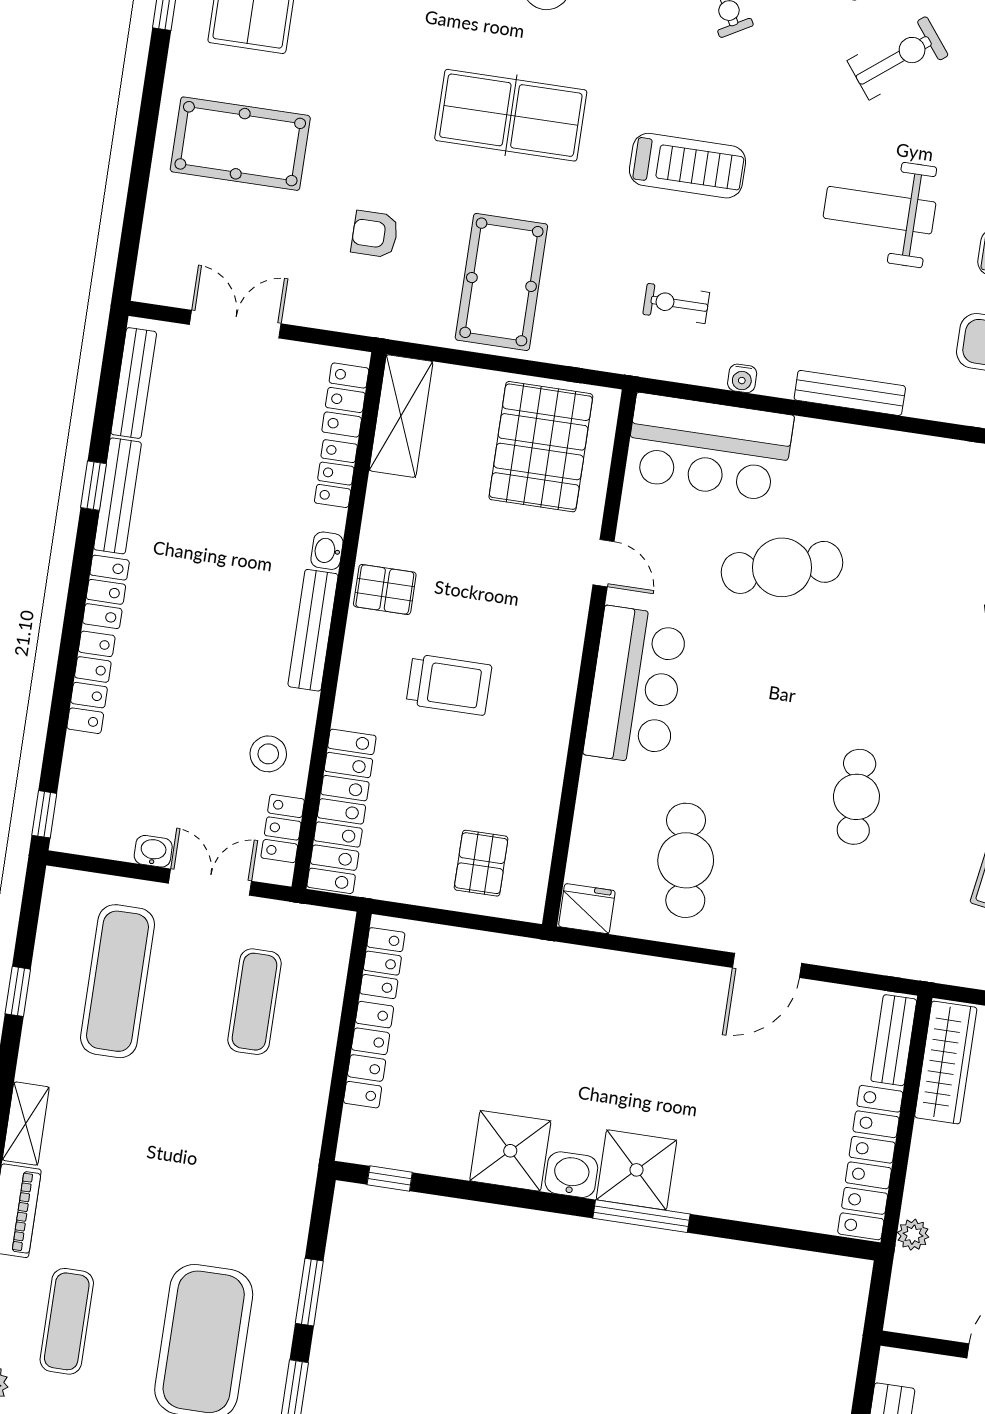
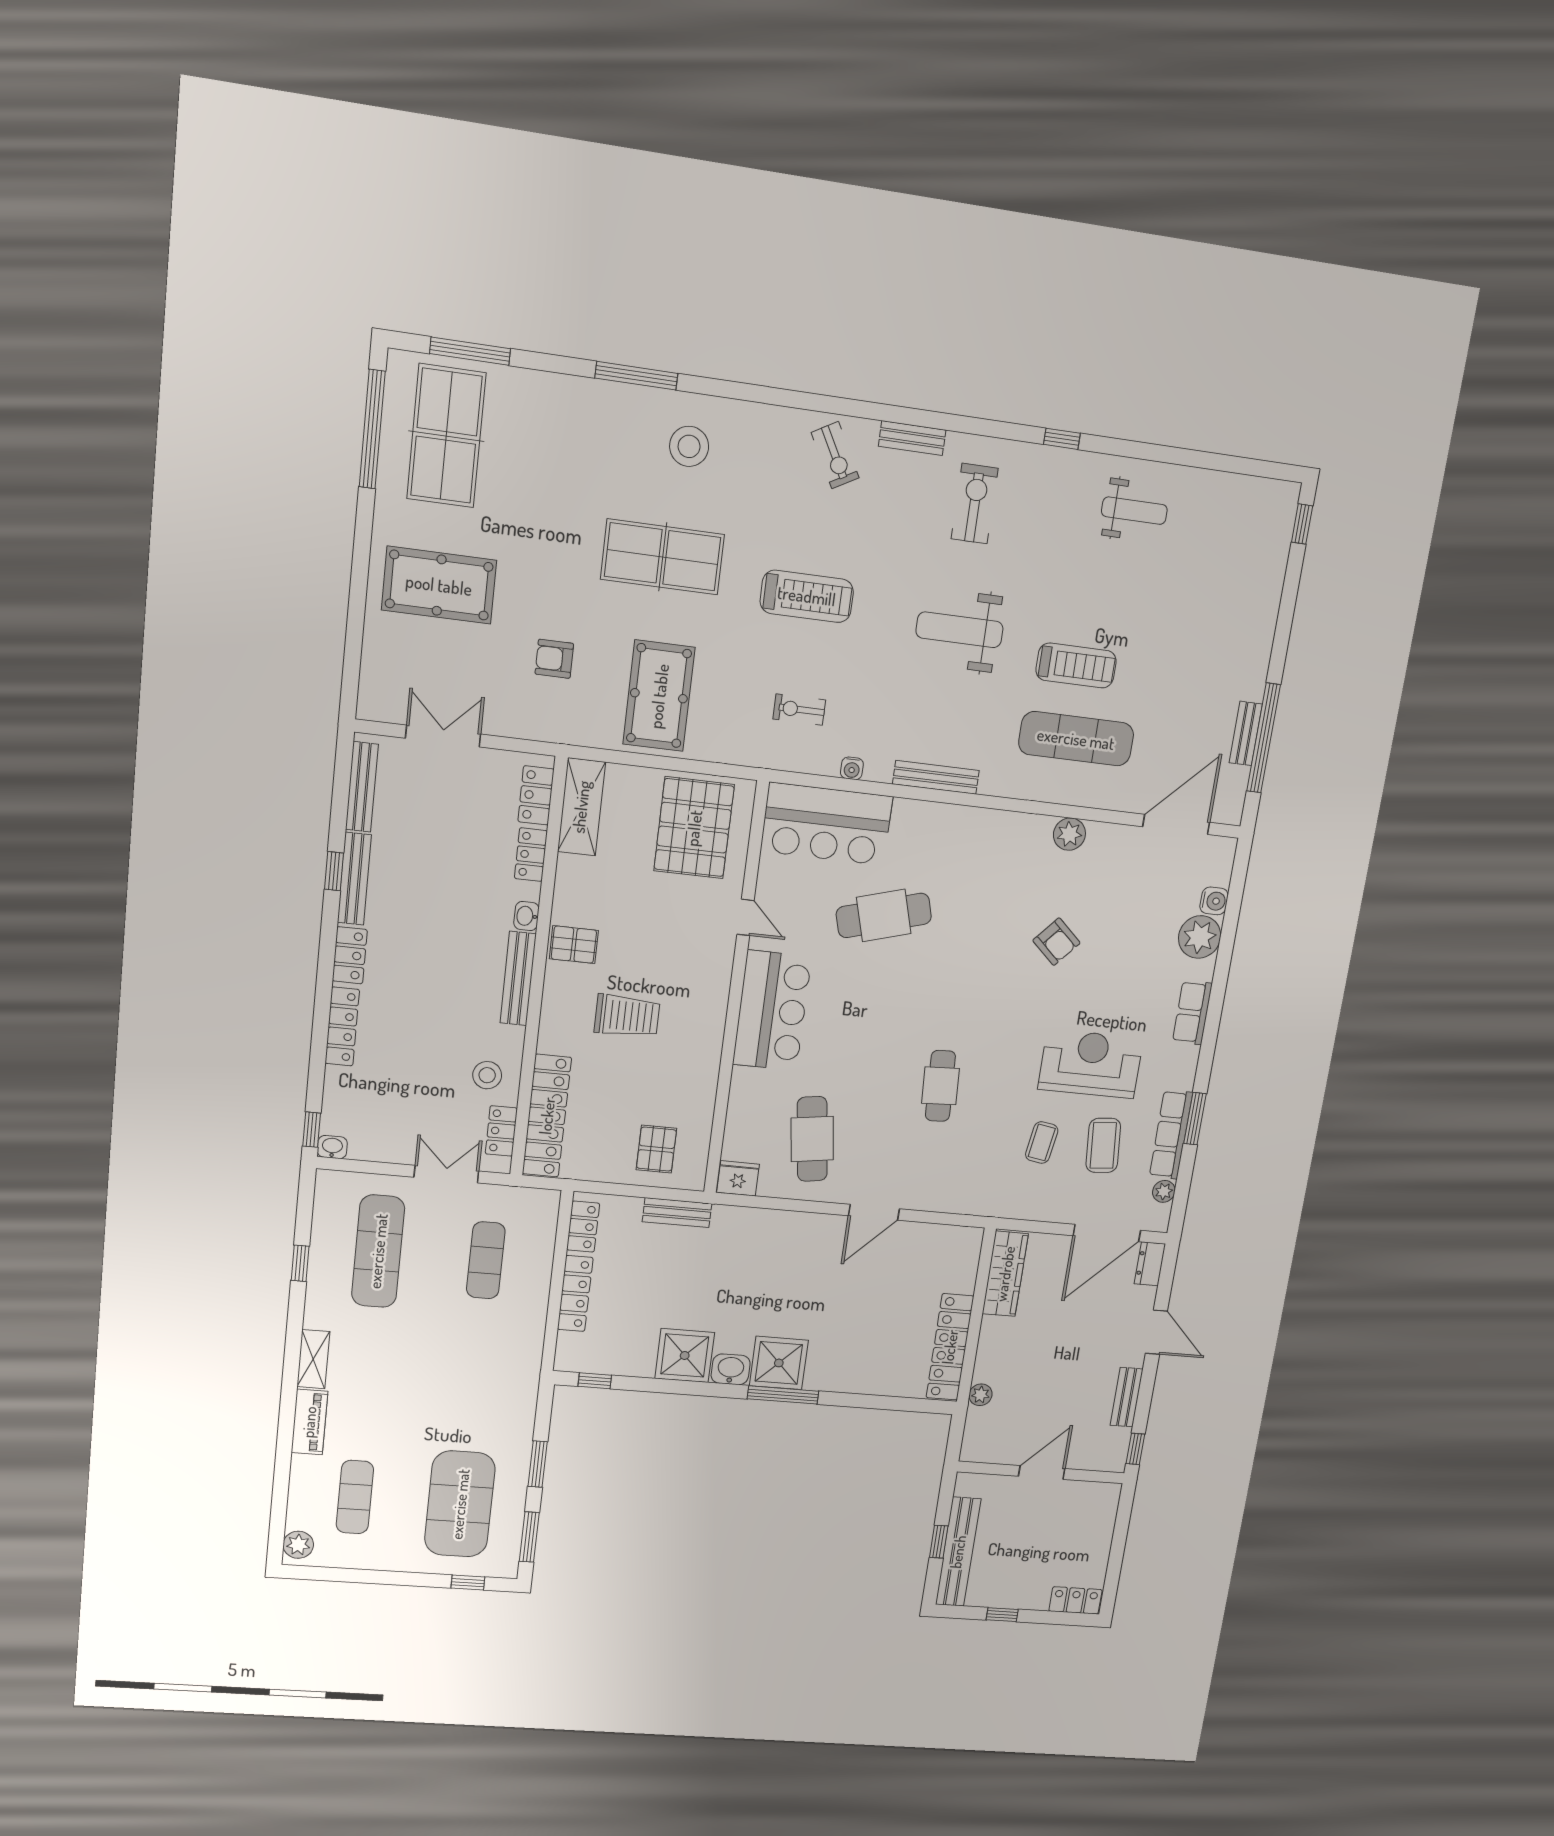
exercise bike: (898, 58) -> (975, 504), turned -52
washbasin: (153, 851) -> (332, 1147), moved
bench: (894, 1040) -> (677, 1213), moved, turned 90

